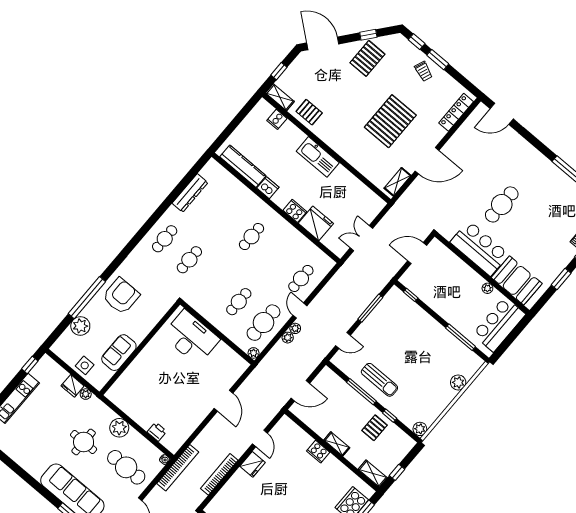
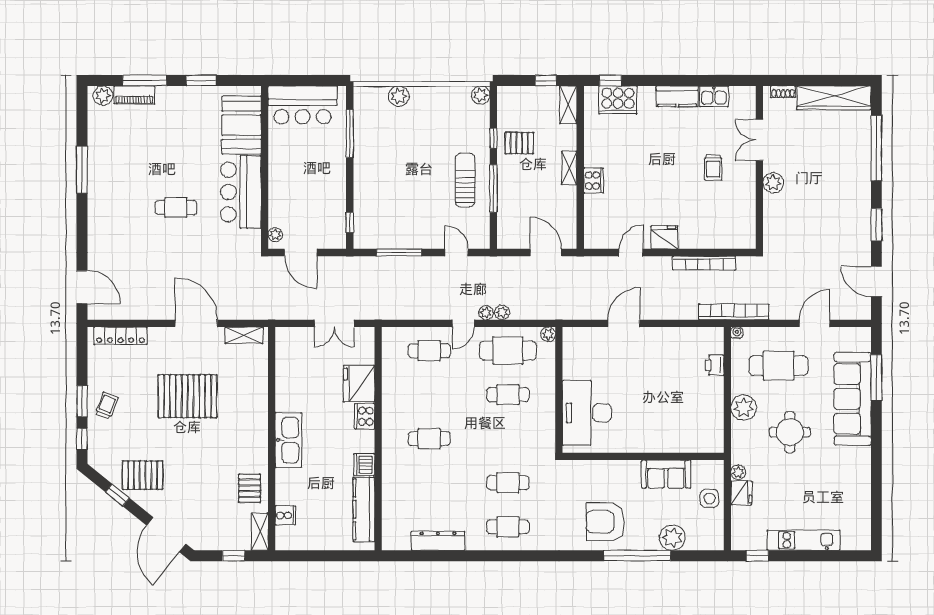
cafe table: (502, 204) -> (176, 208), width x0.73, depth x0.74
plant: (487, 288) -> (275, 235), moved
cafe table: (126, 467) -> (779, 366), turned 90

